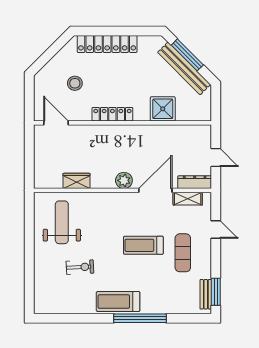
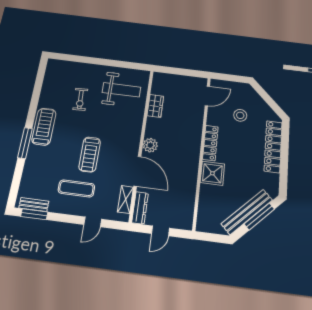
shower: (163, 109) -> (212, 173), moved
treadmill: (143, 245) -> (90, 154), turned 180
window: (140, 318) -> (25, 143), width x0.68

